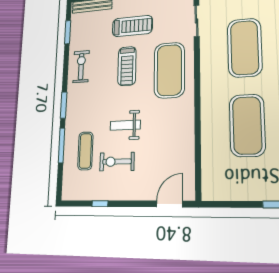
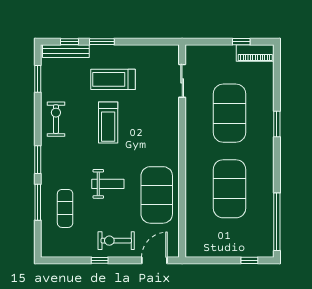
treadmill: (132, 26) -> (113, 79), turned 180
exercise mat: (169, 70) -> (157, 195), moved
weight bench: (125, 125) -> (108, 184), turned 180
exercise bike: (117, 162) -> (116, 241), moved
window: (100, 204) -> (100, 260), moved

